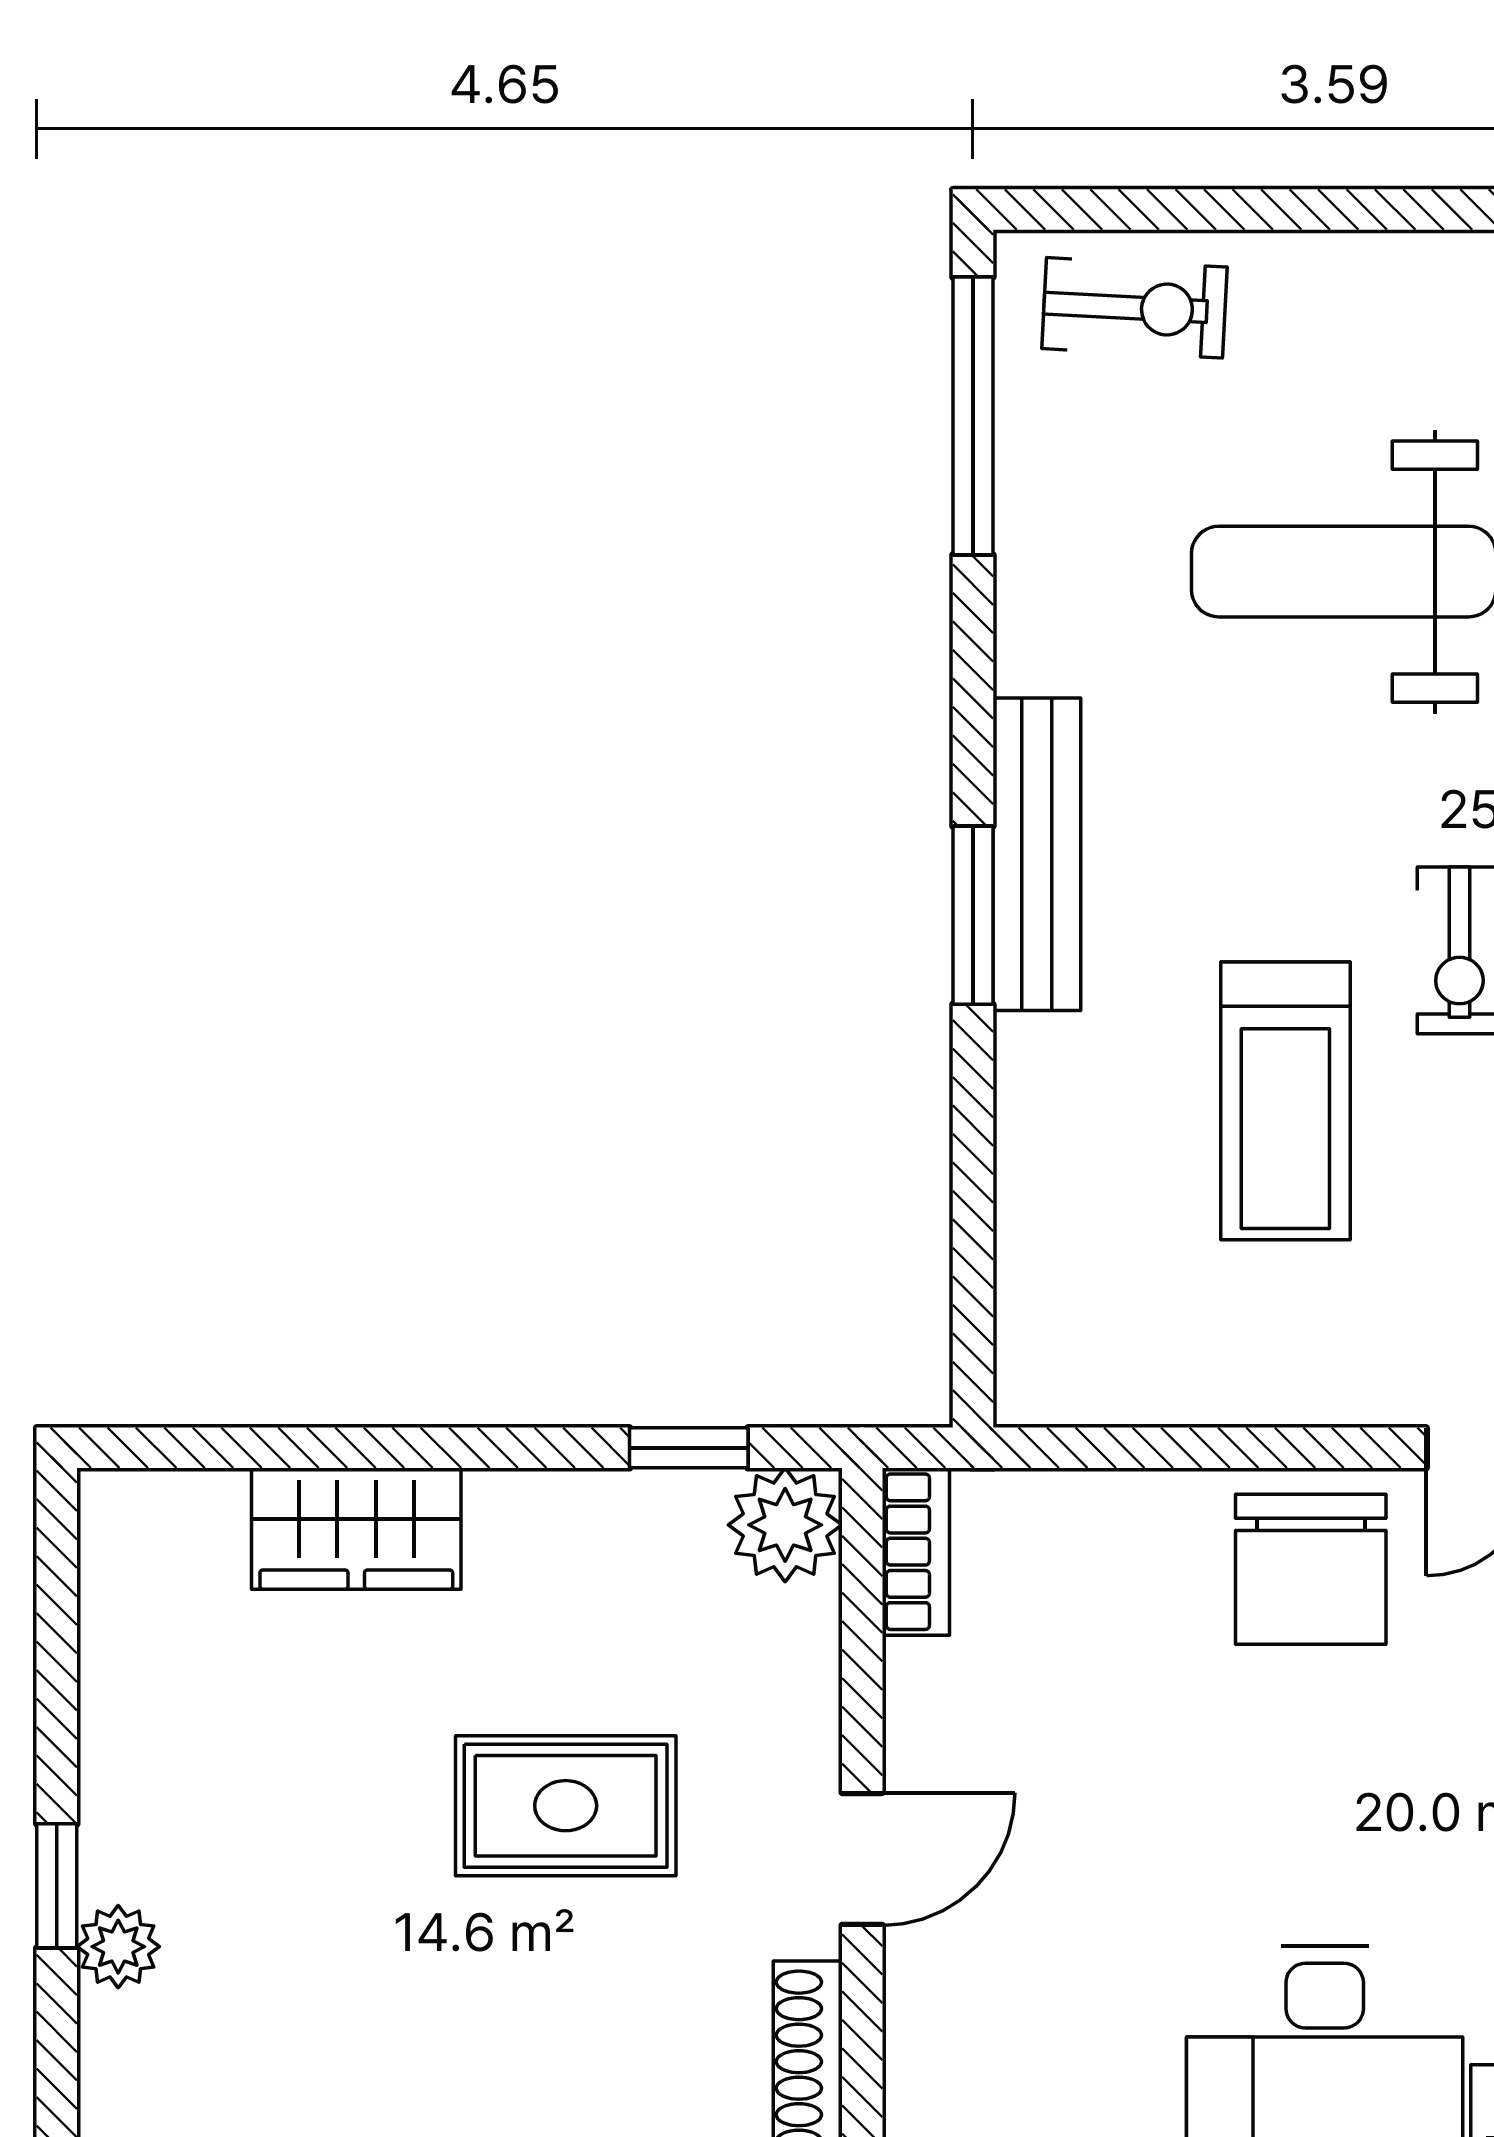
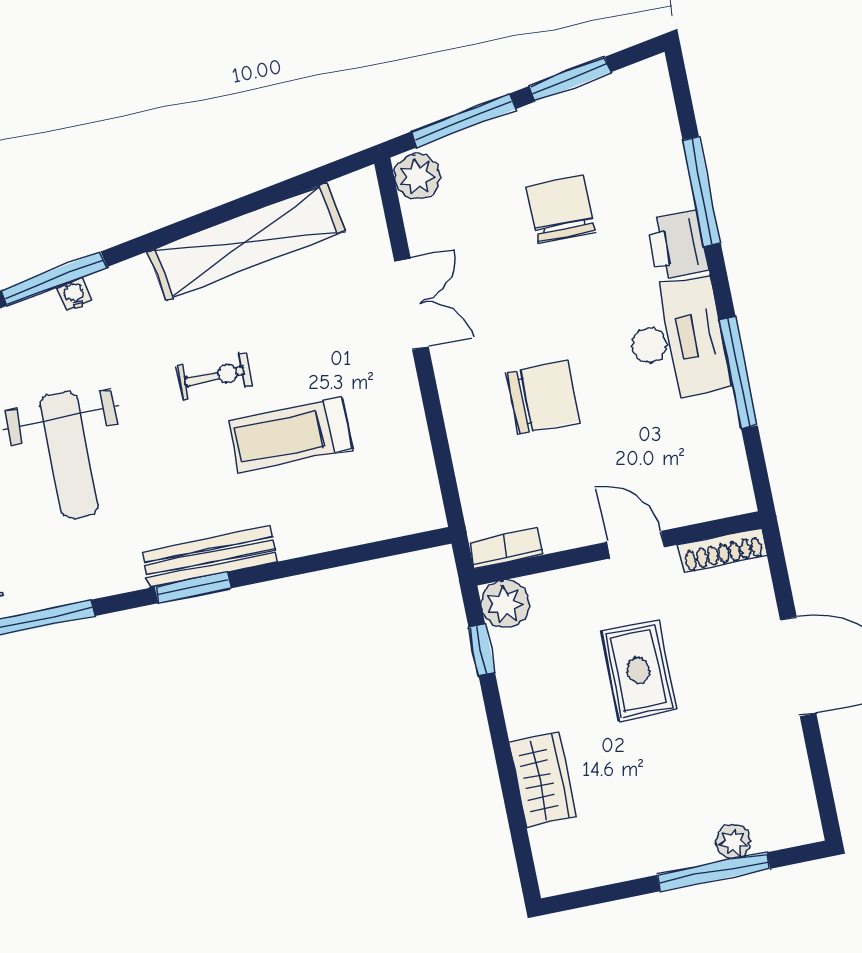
window: (973, 915) -> (193, 588), moved
treadmill: (1285, 1101) -> (290, 435), turned 180
chair: (1311, 1569) -> (543, 397), moved
window: (57, 1886) -> (714, 872), width x2.17

